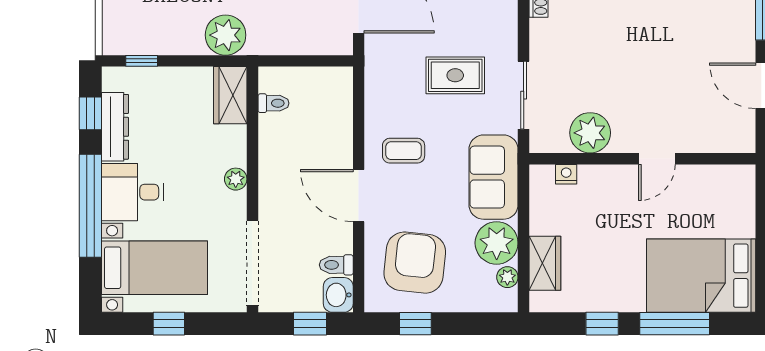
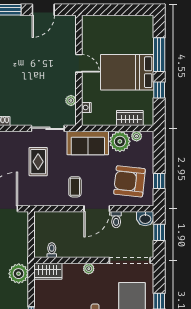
plant: (590, 133) -> (71, 100), width x0.53, depth x0.53
toilet: (336, 265) -> (116, 220), moved
bed: (701, 276) -> (127, 72), moved, turned 90

